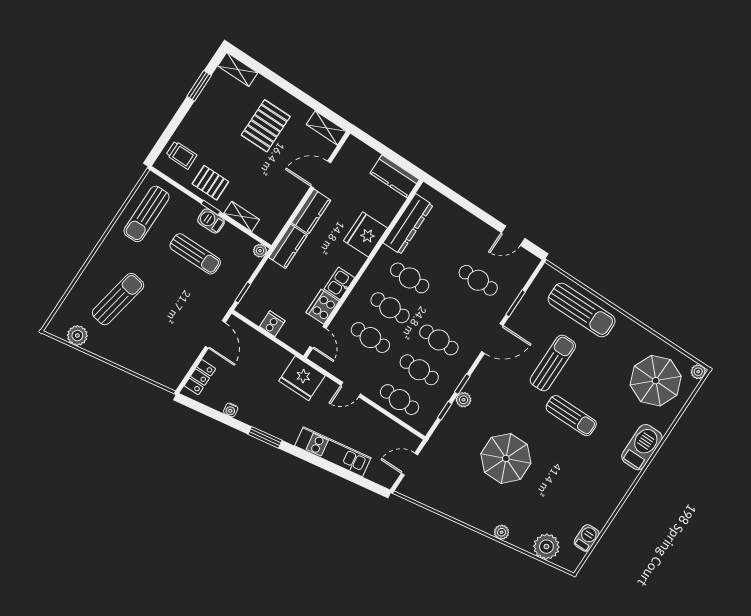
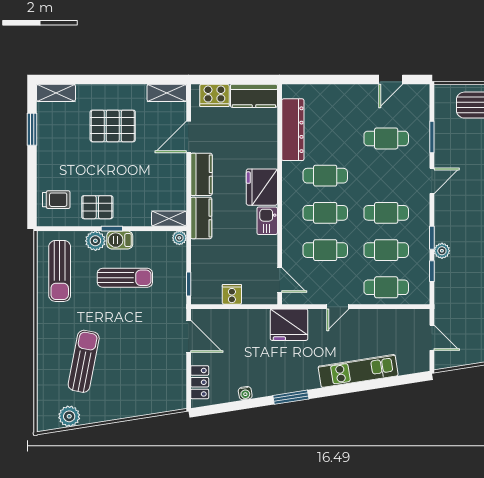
pallet: (266, 126) -> (113, 126), turned 90
plant: (191, 209) -> (95, 241), added
shelving: (242, 217) -> (169, 219), moved
fridge: (366, 234) -> (262, 187), moved
cooker: (323, 307) -> (214, 95), moved, turned -90
door: (492, 338) -> (432, 181), width x0.73
door: (409, 464) -> (432, 338), swing flipped

